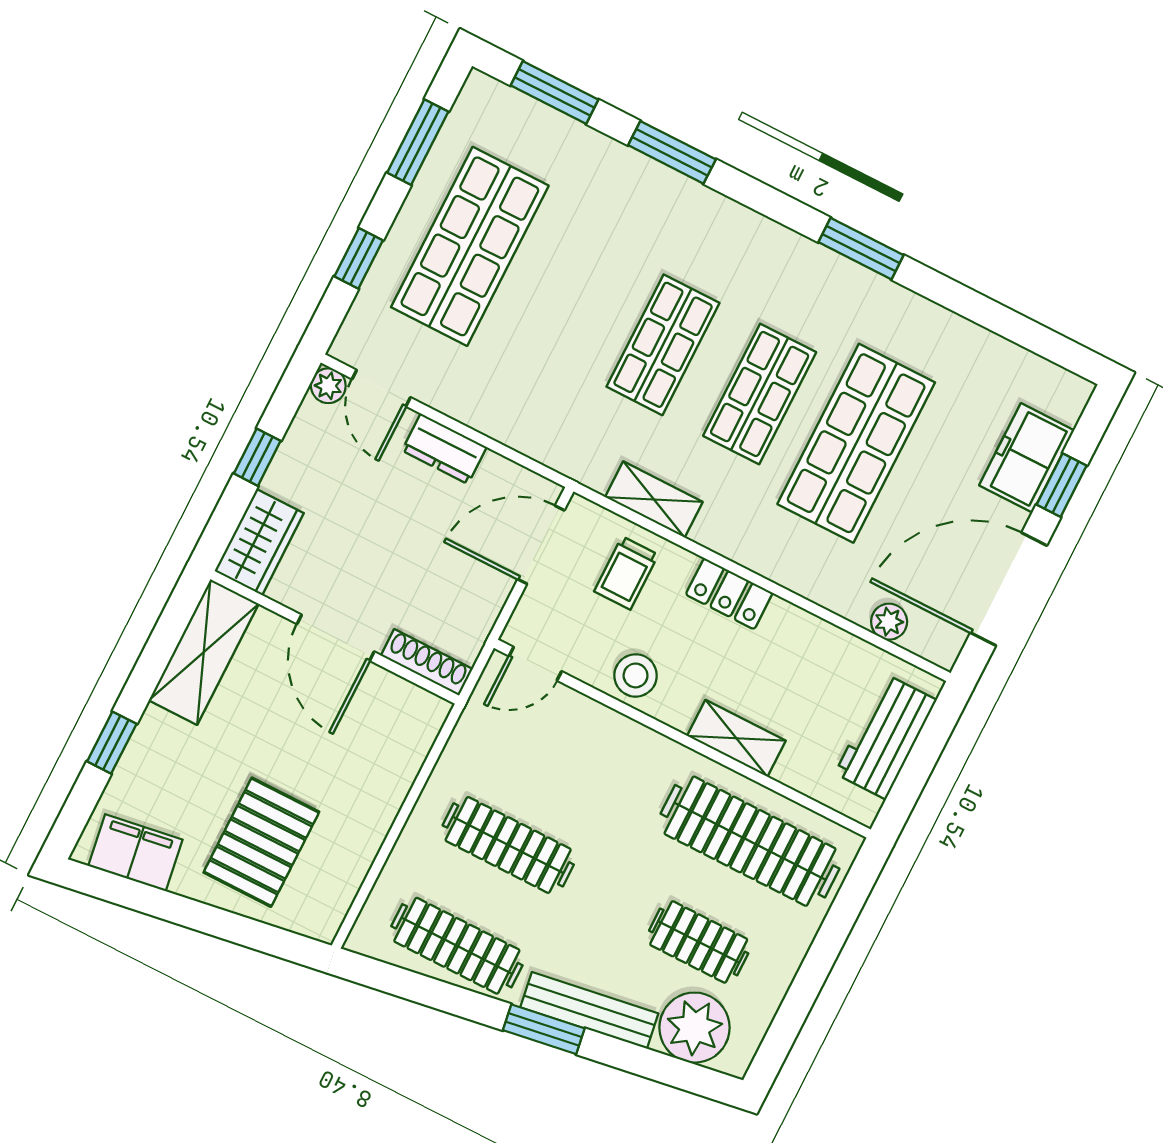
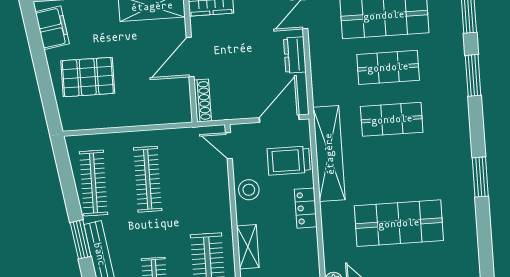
shop shelf: (760, 394) -> (388, 67), moved
shelving: (654, 499) -> (329, 154), width x2.20, depth x1.33
door: (541, 545) -> (279, 119), hinge flipped
trolley: (626, 573) -> (289, 161), width x1.36, depth x1.39

